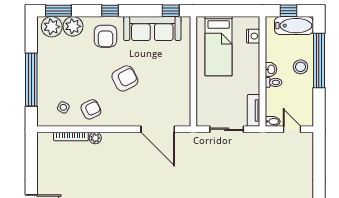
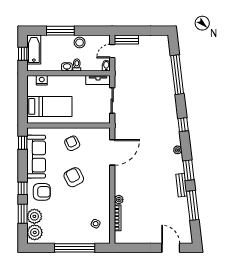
window: (58, 11) -> (23, 214), moved
window: (319, 61) -> (60, 31), width x0.68
stool: (300, 67) -> (80, 42), moved
armchair: (91, 109) -> (72, 143), moved
bench: (307, 148) -> (126, 40), added

